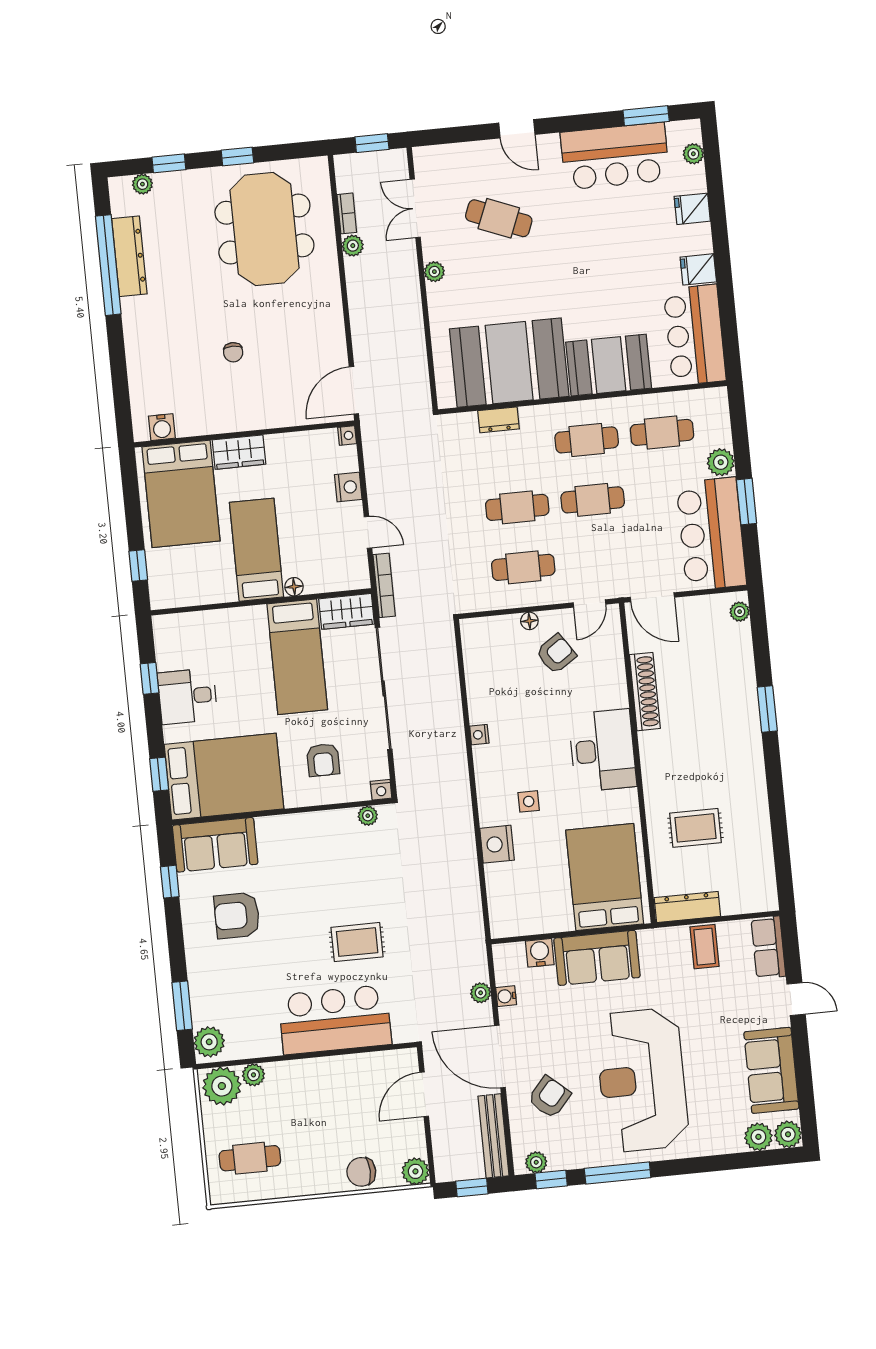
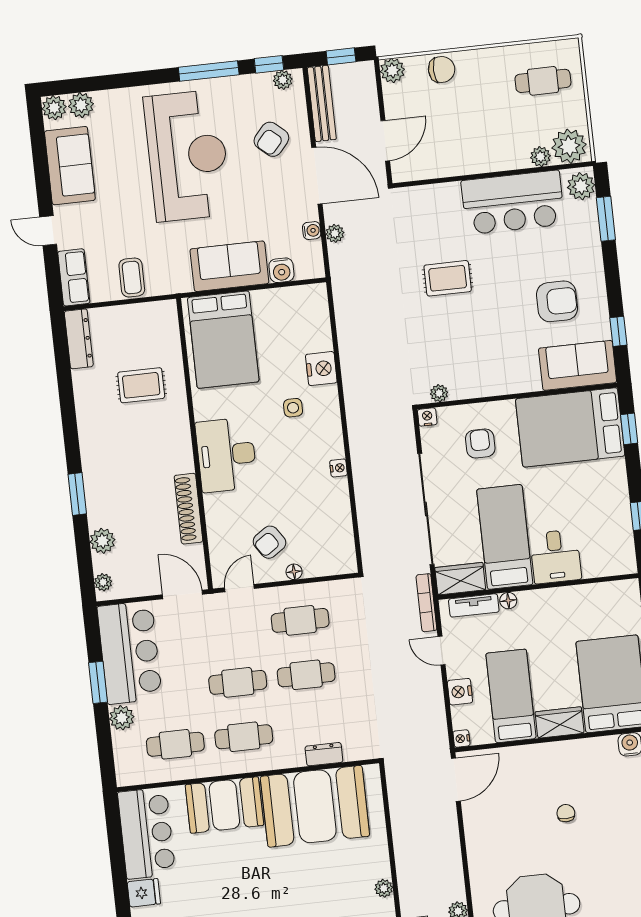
bed: (256, 550) -> (511, 696), moved, turned 180
tv unit: (332, 582) -> (474, 605), added
plant: (740, 657) -> (102, 541), added
desk: (187, 696) -> (556, 557), moved, turned 90
dresser: (687, 907) -> (79, 339), moved, turned -90
bar counter: (335, 1020) -> (513, 202), moved

